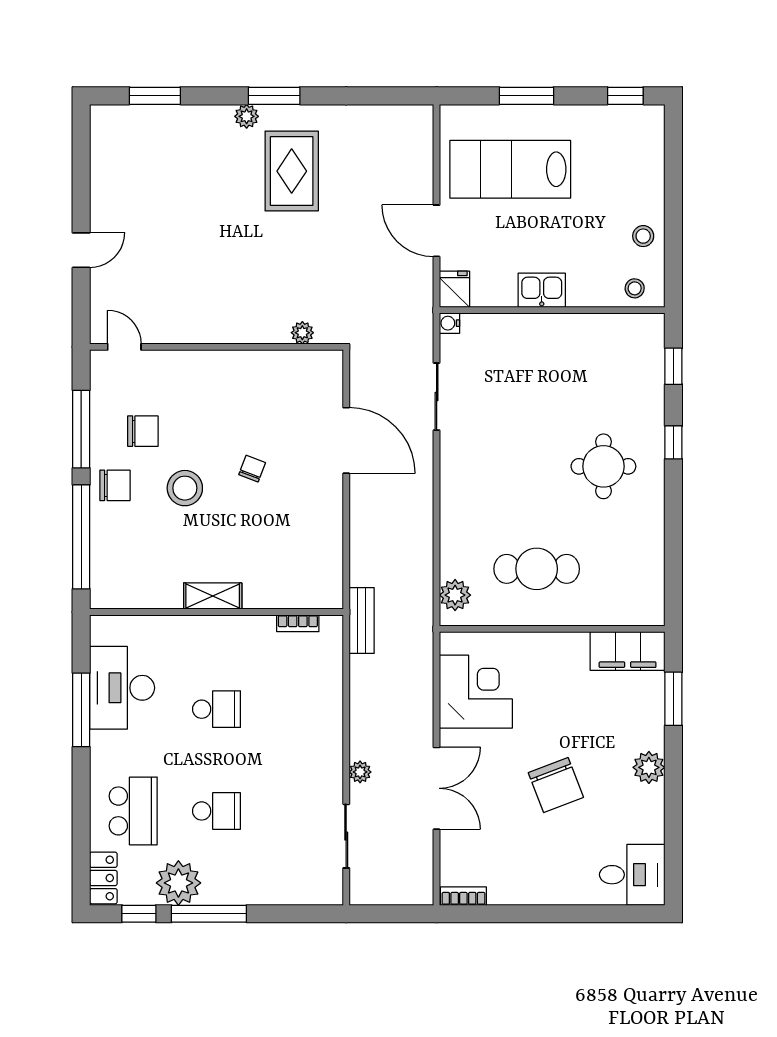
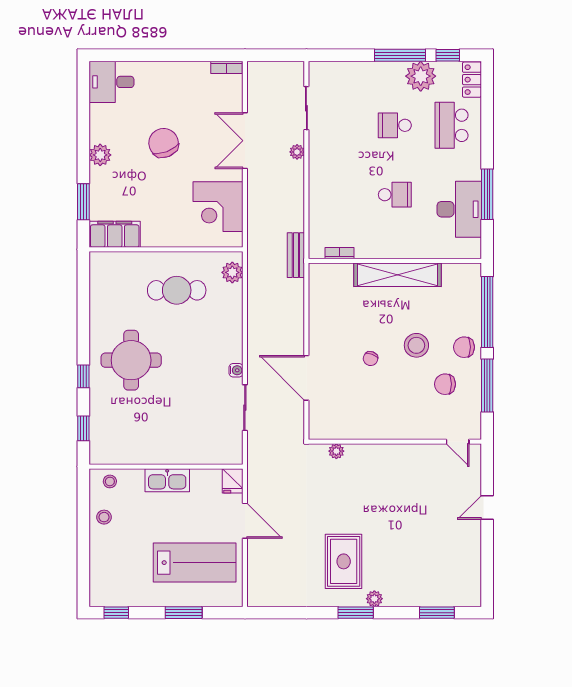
kitchen sink: (542, 290) -> (167, 480), width x1.38
water cooler: (449, 323) -> (236, 370), moved
round table: (603, 466) -> (131, 360), width x1.36, depth x1.36
shelving: (213, 596) -> (397, 275), width x2.20, depth x1.33
school desk: (216, 709) -> (395, 195), turned 180

